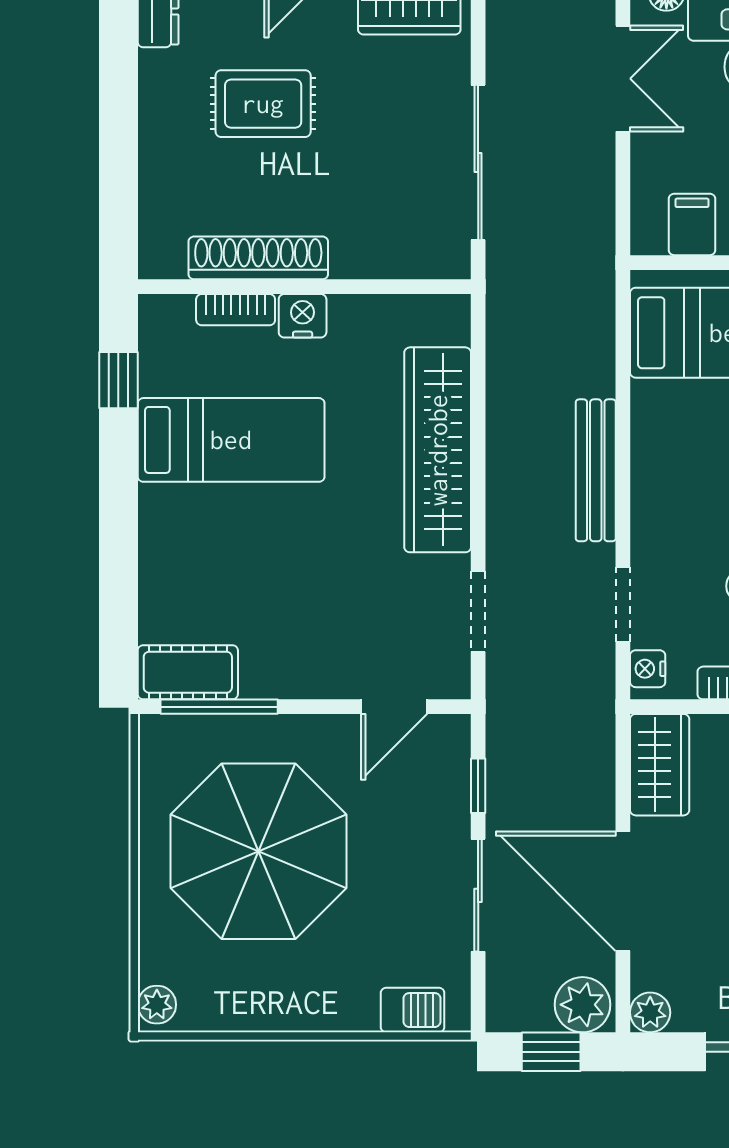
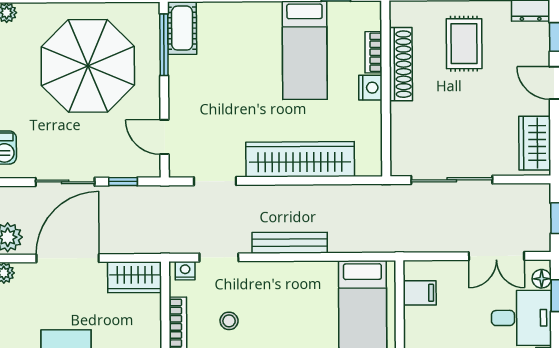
rug: (263, 104) -> (464, 44), moved

